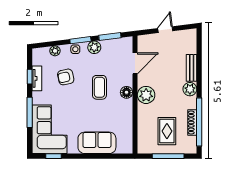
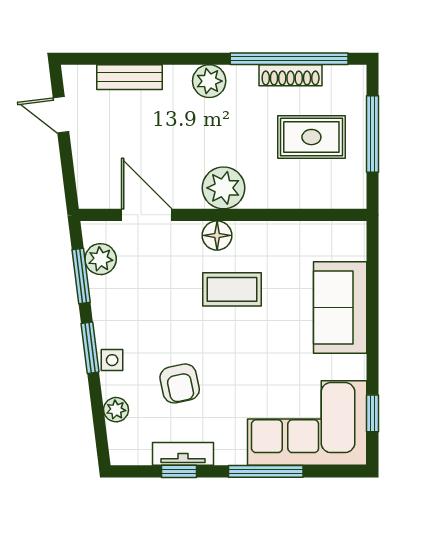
door: (165, 30) -> (61, 115), moved
plant: (94, 47) -> (101, 259), moved
bench: (192, 68) -> (130, 77), moved
coffee table: (99, 87) -> (232, 289), moved

